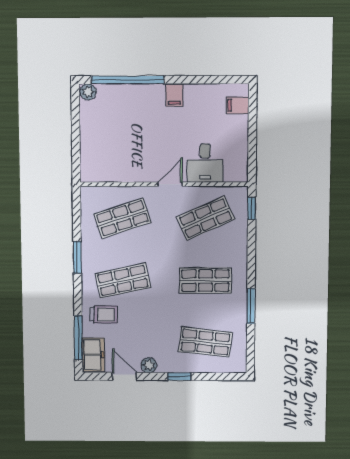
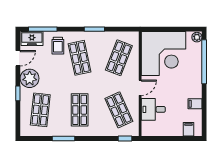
filing cabinet: (174, 95) -> (195, 104), moved
corner desk: (115, 147) -> (163, 54), added
door: (170, 184) -> (140, 88), hinge flipped
shop shelf: (122, 218) -> (119, 58), turned 39
plant: (149, 365) -> (30, 78), width x1.87, depth x1.87

